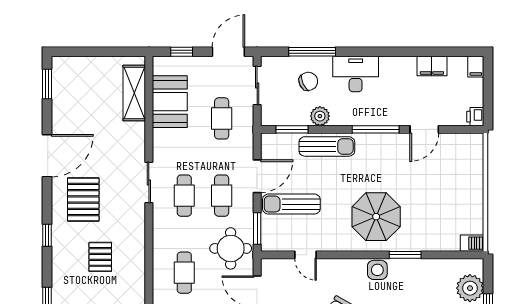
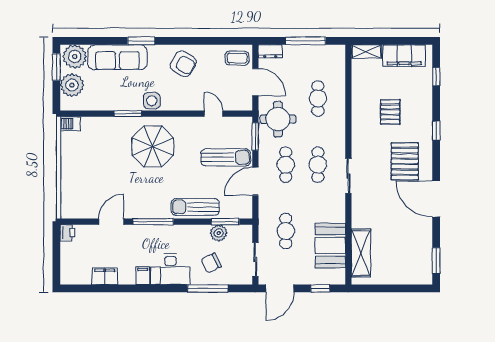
filing cabinet: (476, 67) -> (143, 276), moved
plant: (320, 116) -> (219, 233), moved
door: (47, 156) -> (436, 199), hinge flipped

